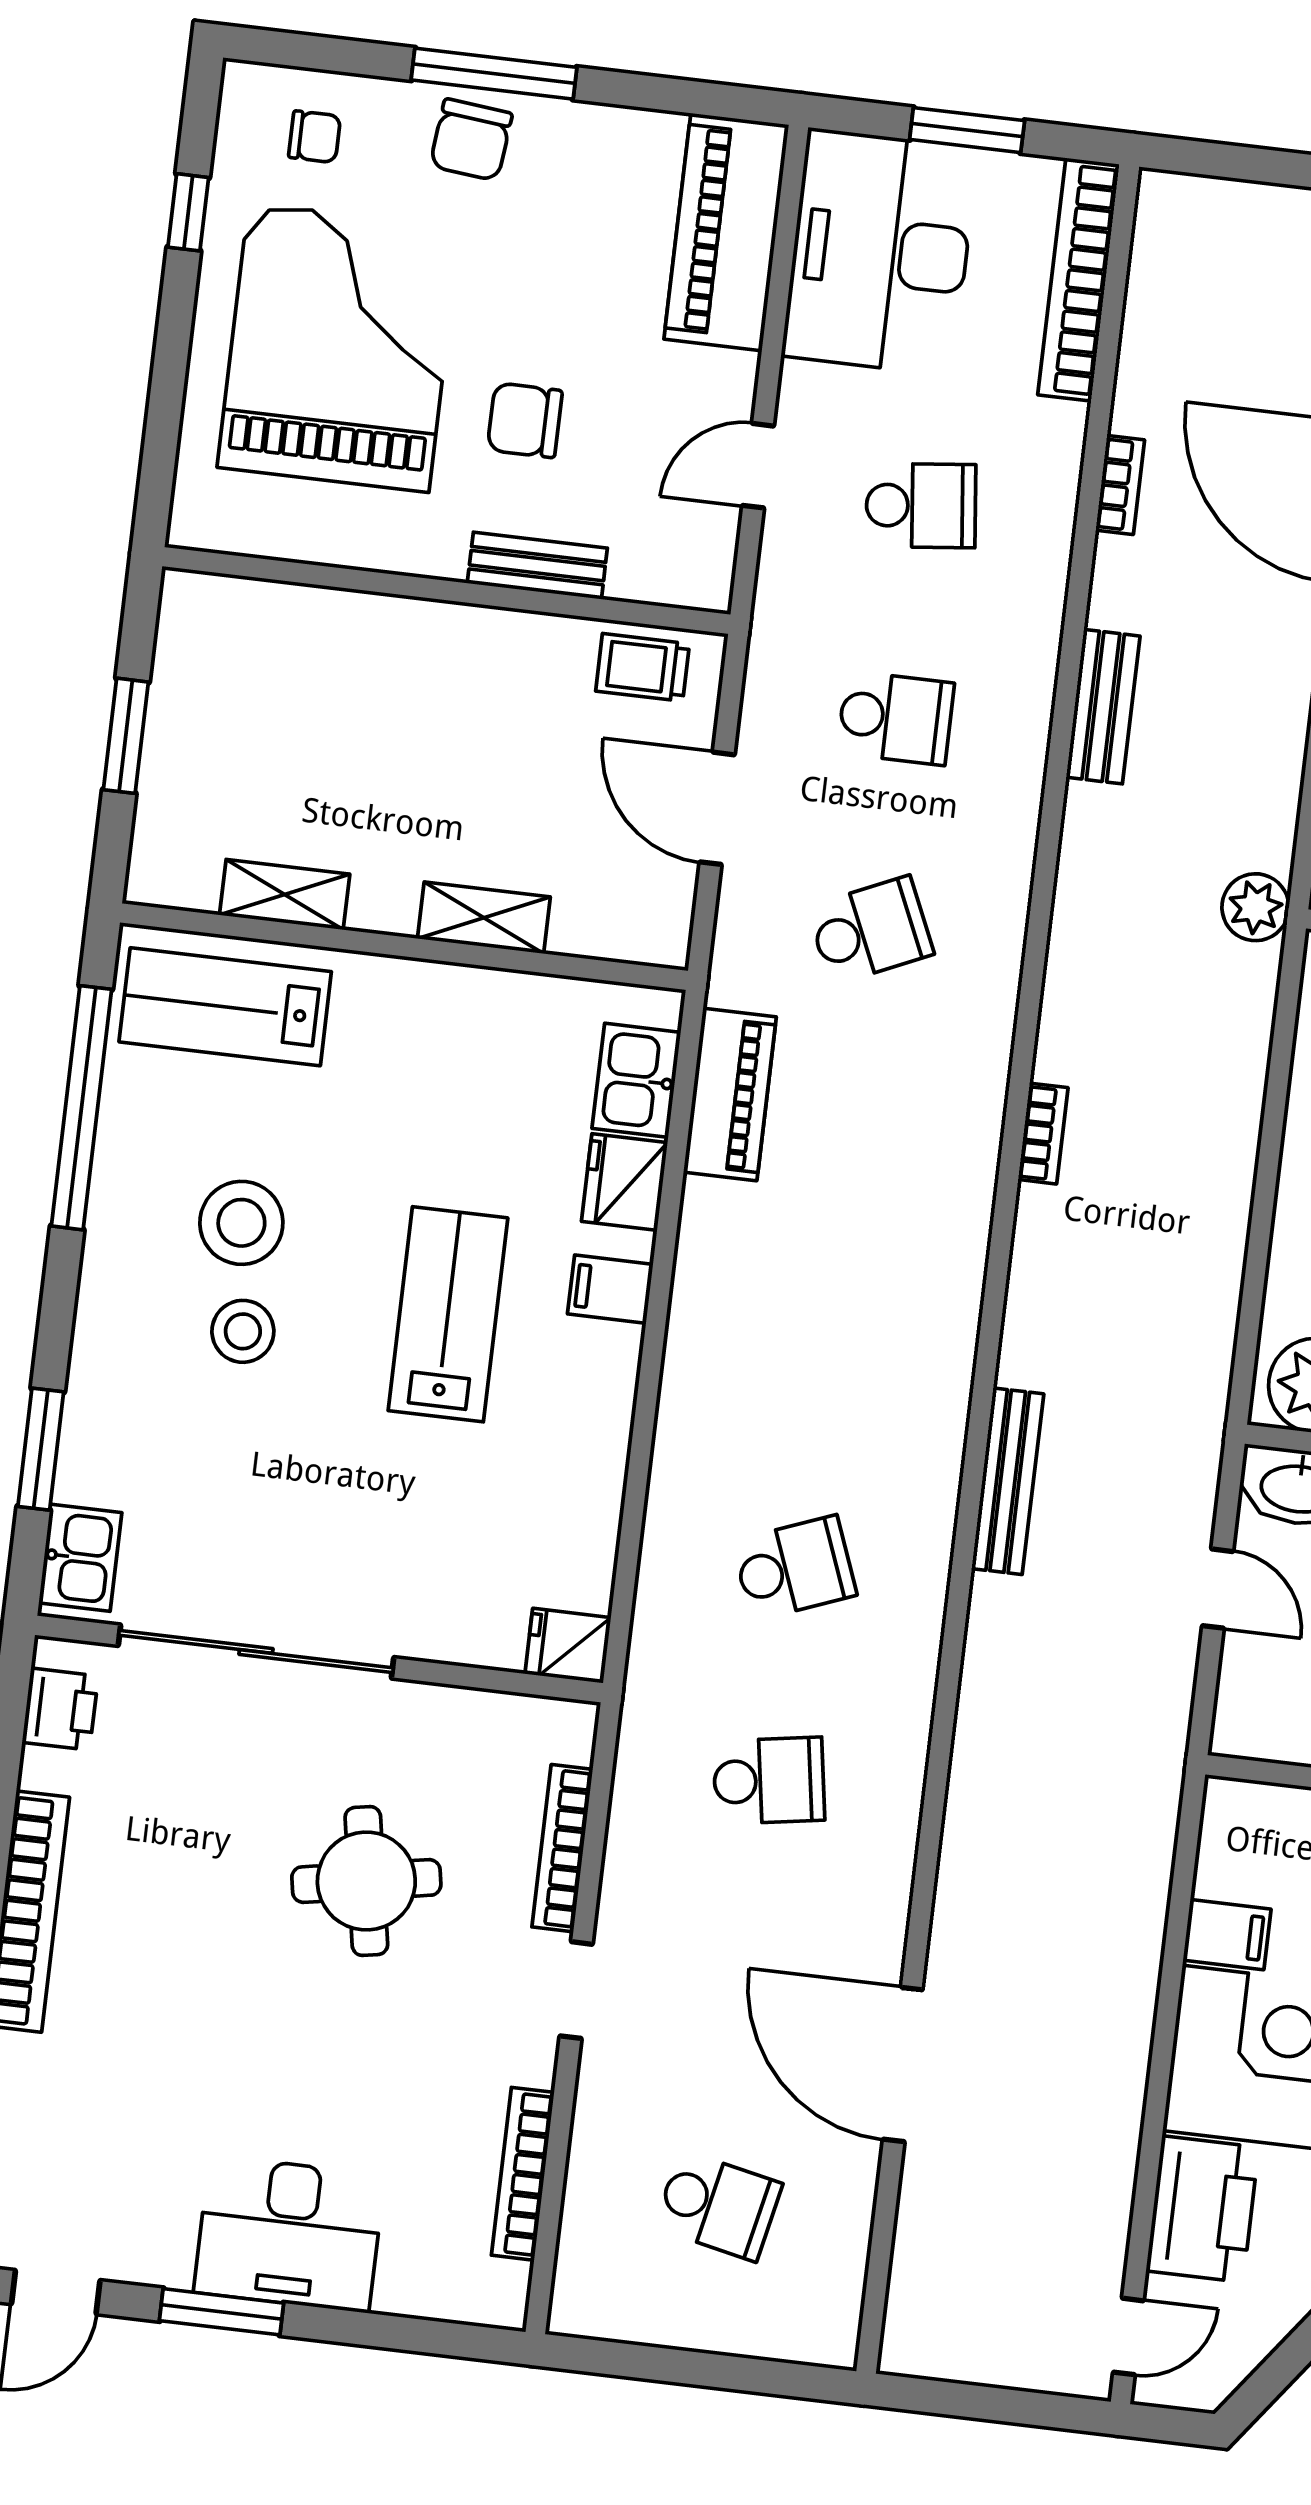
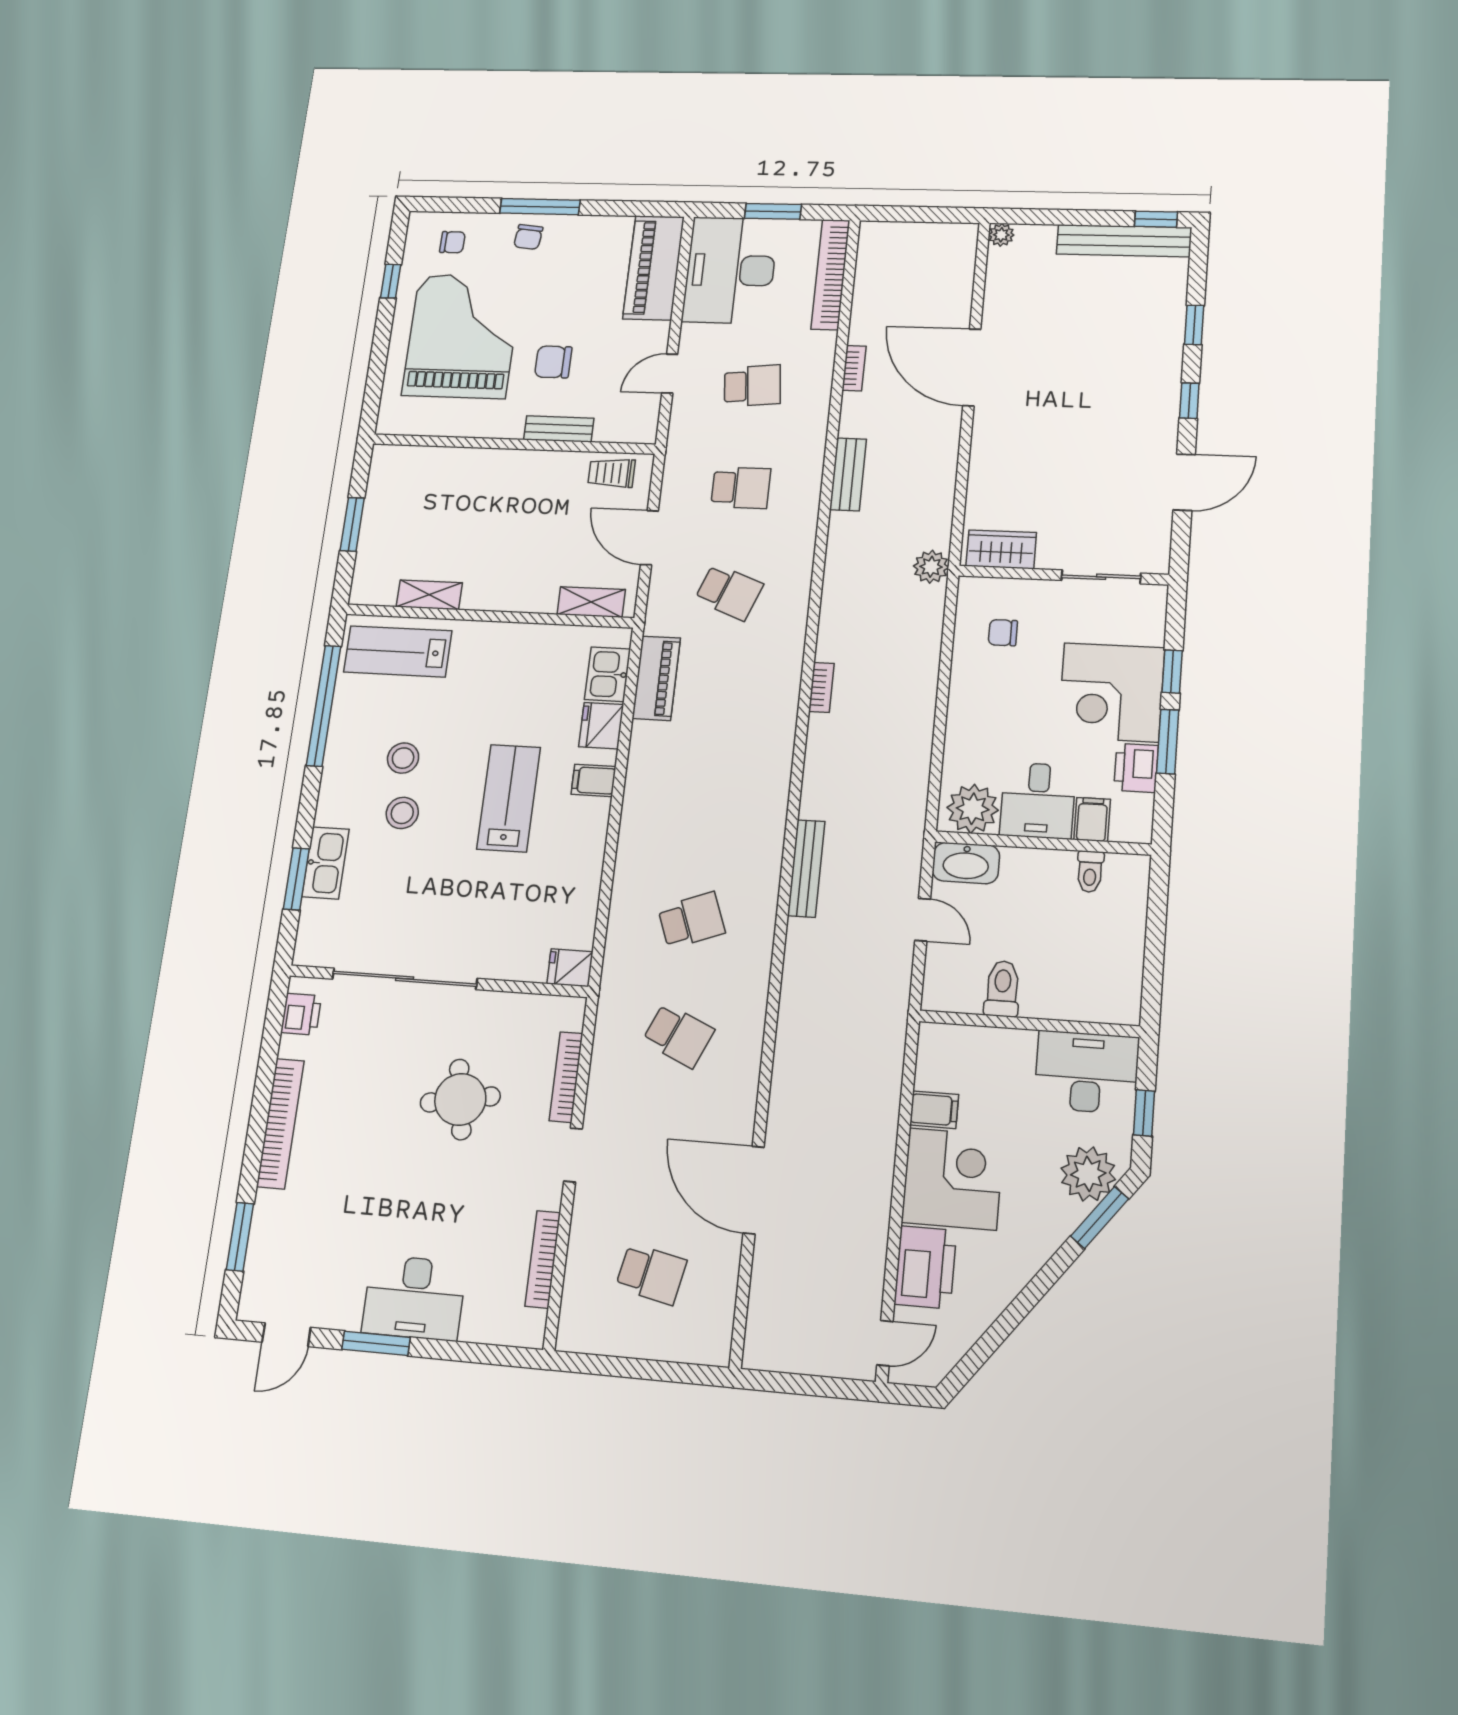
chair: (471, 140) -> (528, 237), width x0.73, depth x0.73
shelving: (484, 918) -> (591, 602), moved
school desk: (870, 931) -> (729, 592), turned 45
stool: (241, 1223) -> (403, 758), width x0.73, depth x0.73
kitchen sink: (80, 1558) -> (325, 863), moved, width x1.38
school desk: (769, 1781) -> (678, 1035), turned 33

